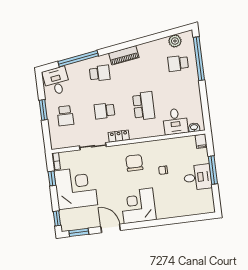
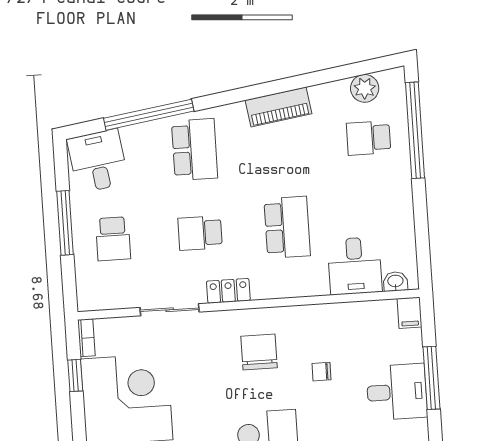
piano: (124, 55) -> (279, 107), moved
school desk: (100, 73) -> (195, 150), width x1.85
window: (43, 110) -> (65, 223), width x1.44

